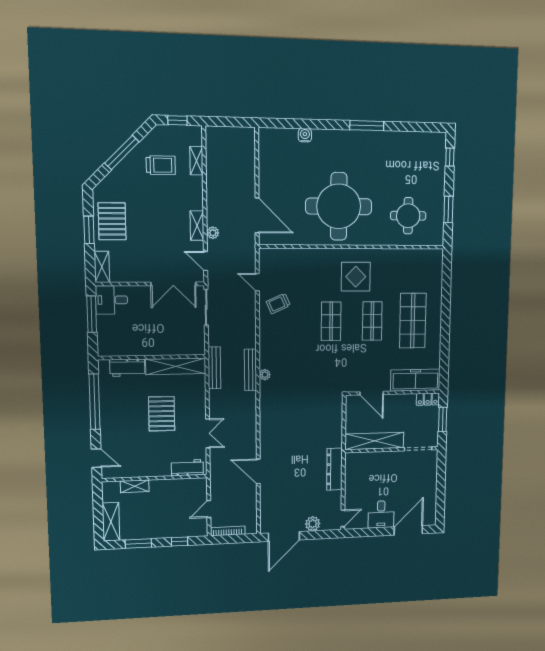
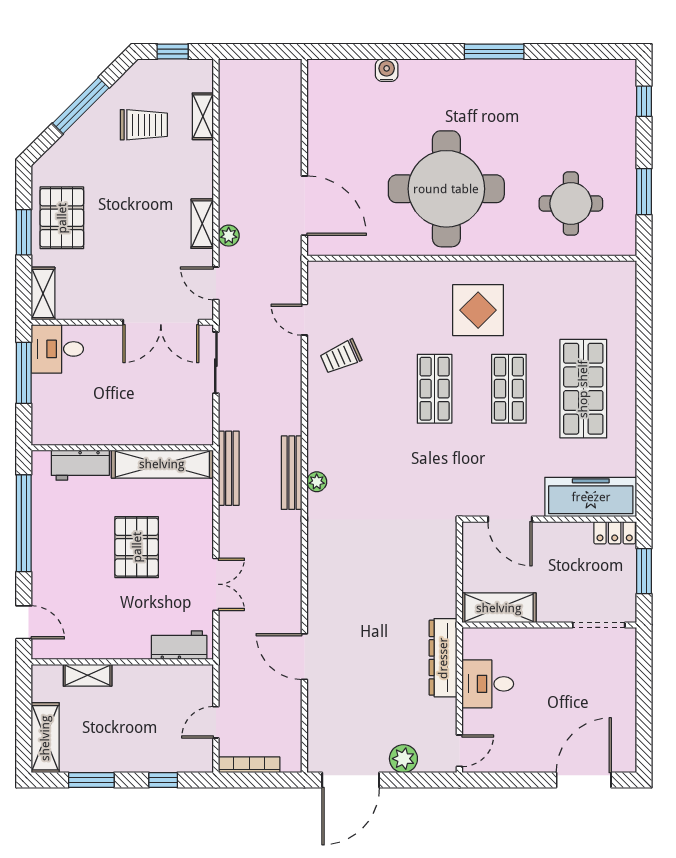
shelving: (374, 441) -> (499, 608), width x0.68
desk: (381, 514) -> (488, 684), moved, turned 90

